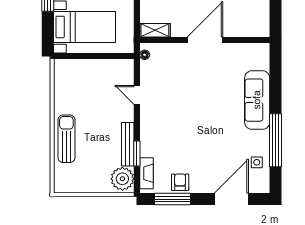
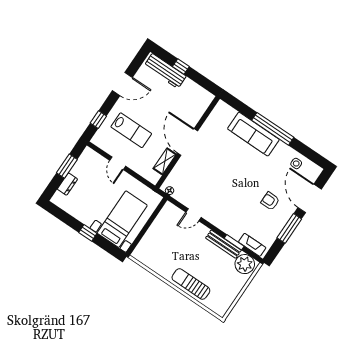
shelving: (155, 30) -> (165, 161), moved
window: (276, 140) -> (273, 129), moved
armchair: (180, 182) -> (270, 201), moved
window: (172, 199) -> (289, 228), moved

